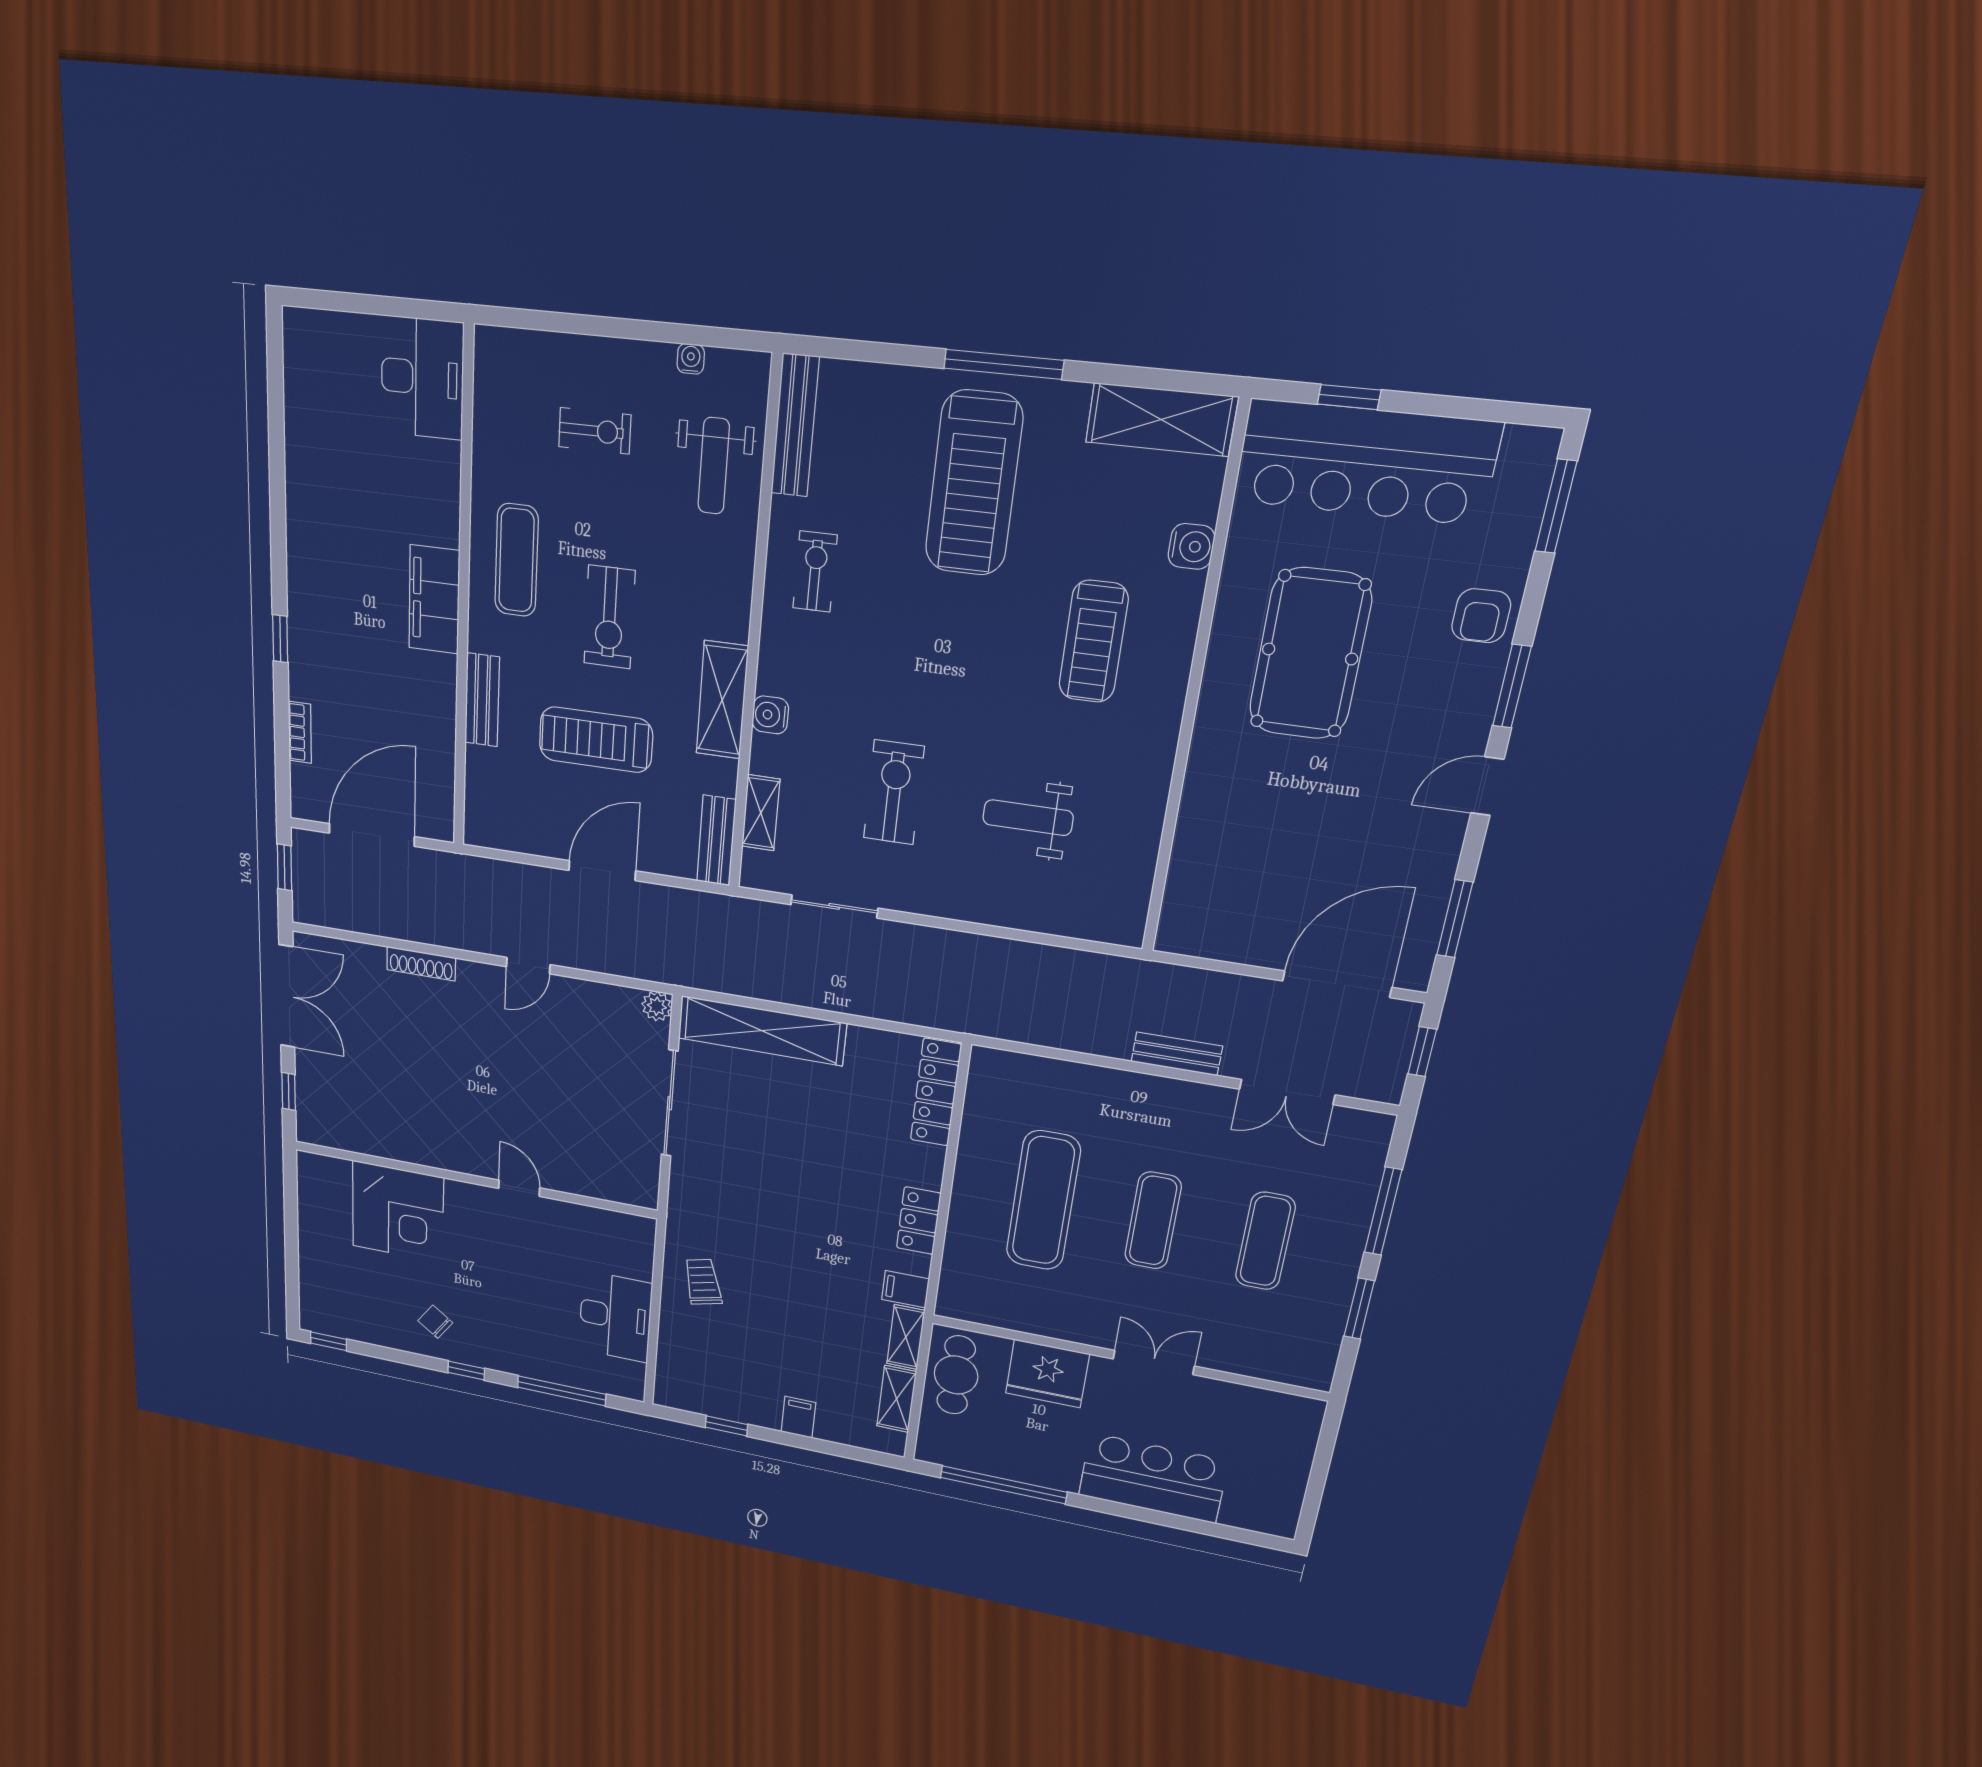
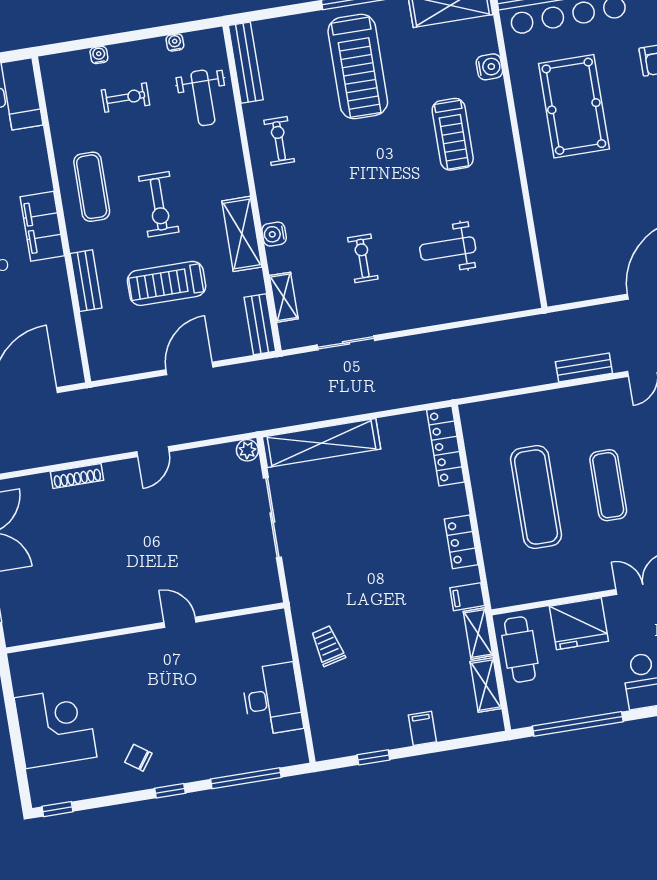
water cooler: (568, 347) -> (99, 55), added
exercise bike: (894, 792) -> (363, 258), width x0.73, depth x0.72
corner desk: (398, 1212) -> (56, 727), moved, turned -90

